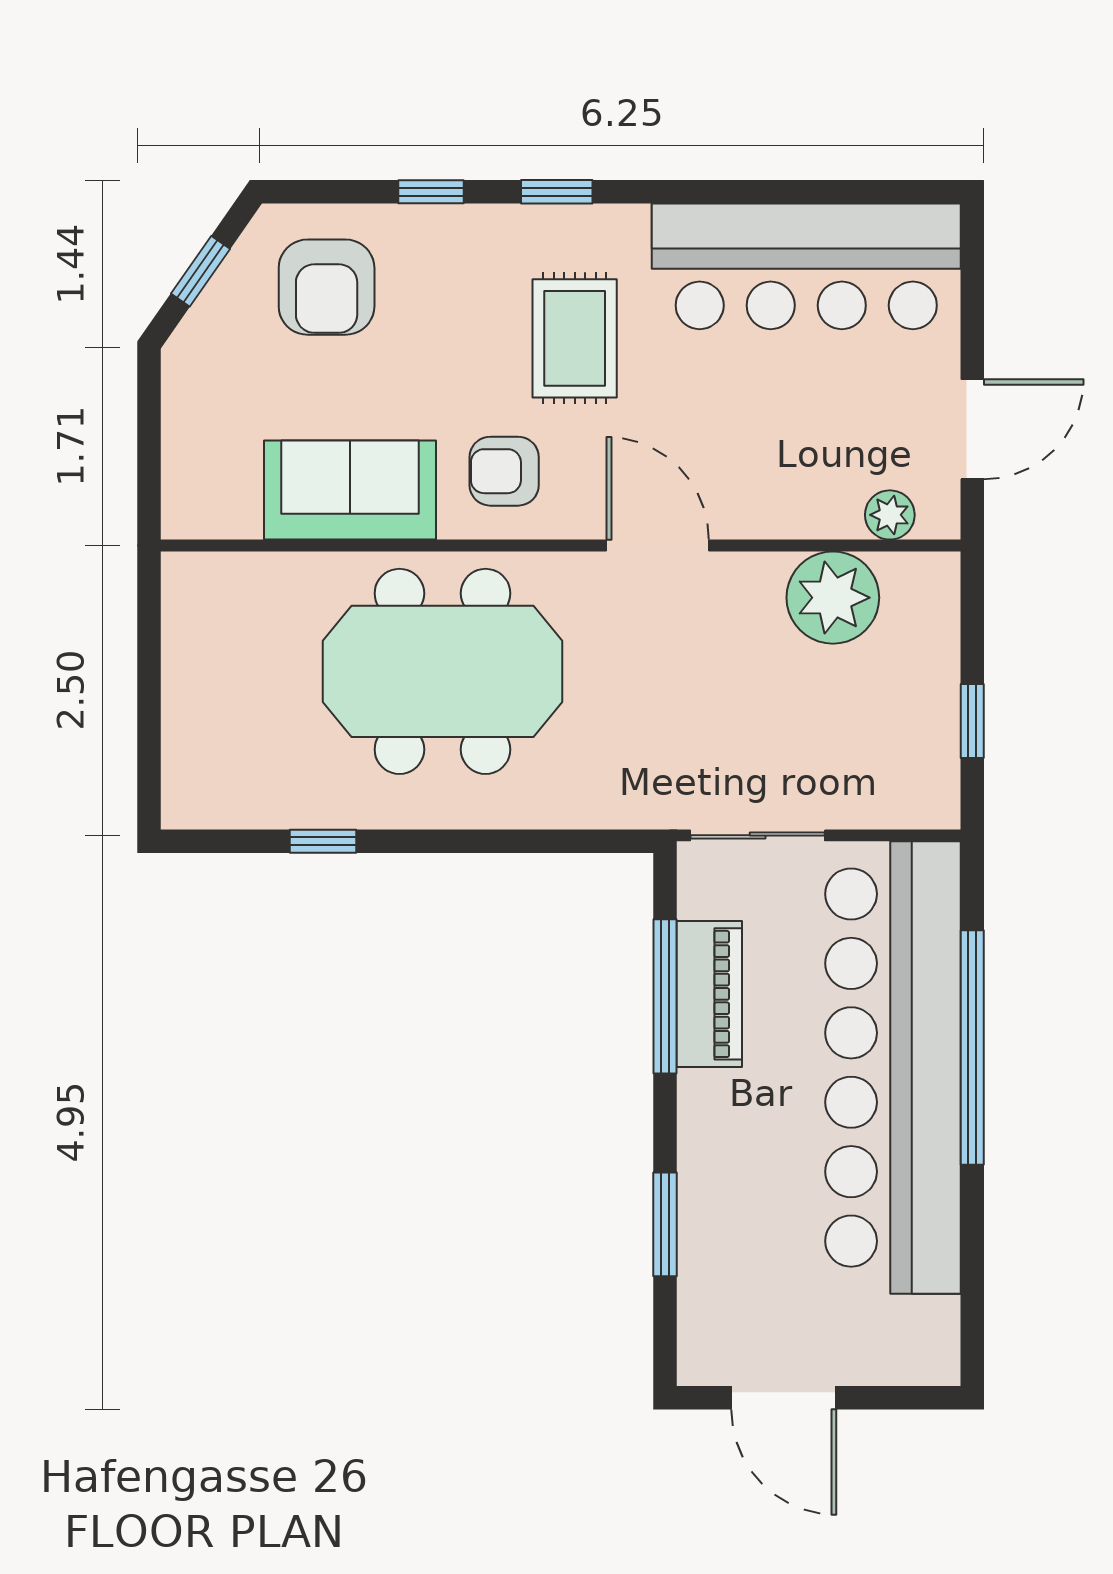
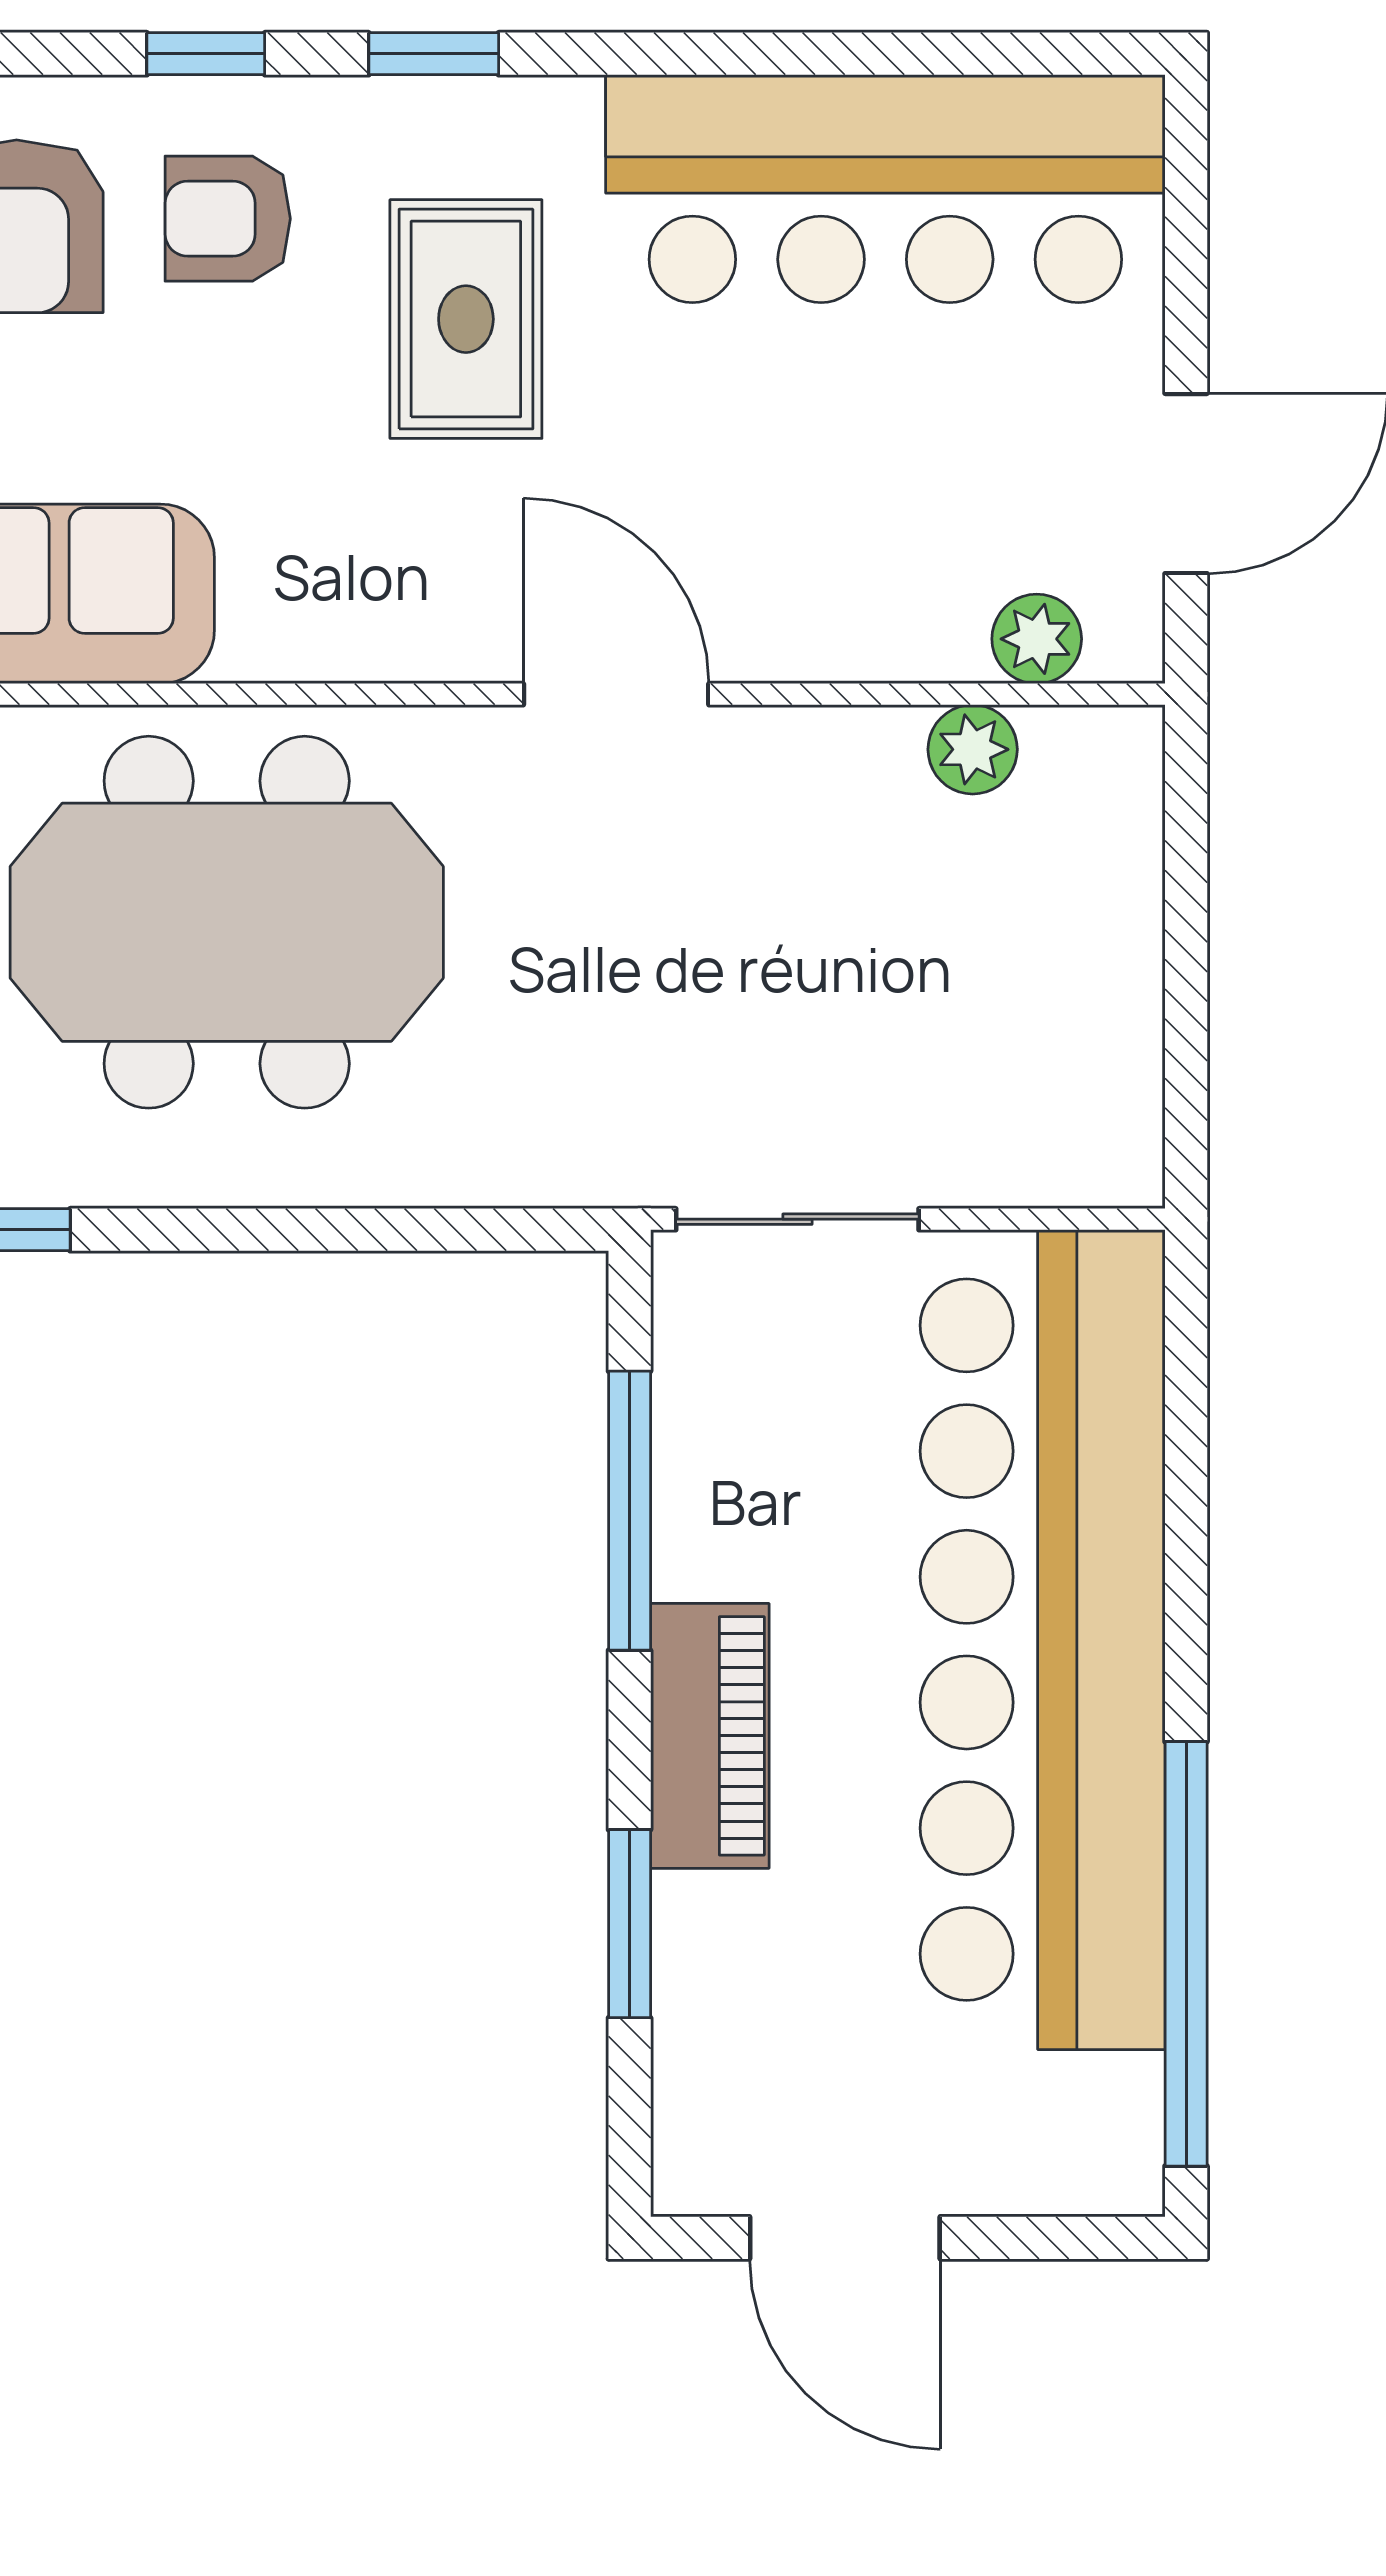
armchair: (504, 471) -> (228, 219), moved
plant: (833, 598) -> (973, 749), width x0.53, depth x0.53
window: (972, 721) -> (1186, 1012), removed
piano: (709, 994) -> (710, 1736), moved
window: (972, 1047) -> (1186, 1954), moved

